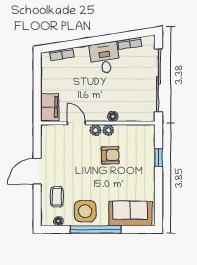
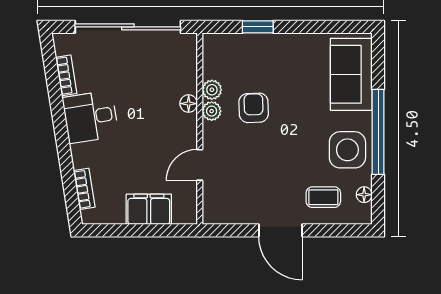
filing cabinet: (50, 107) -> (149, 209), moved
plant: (96, 130) -> (212, 90), moved

